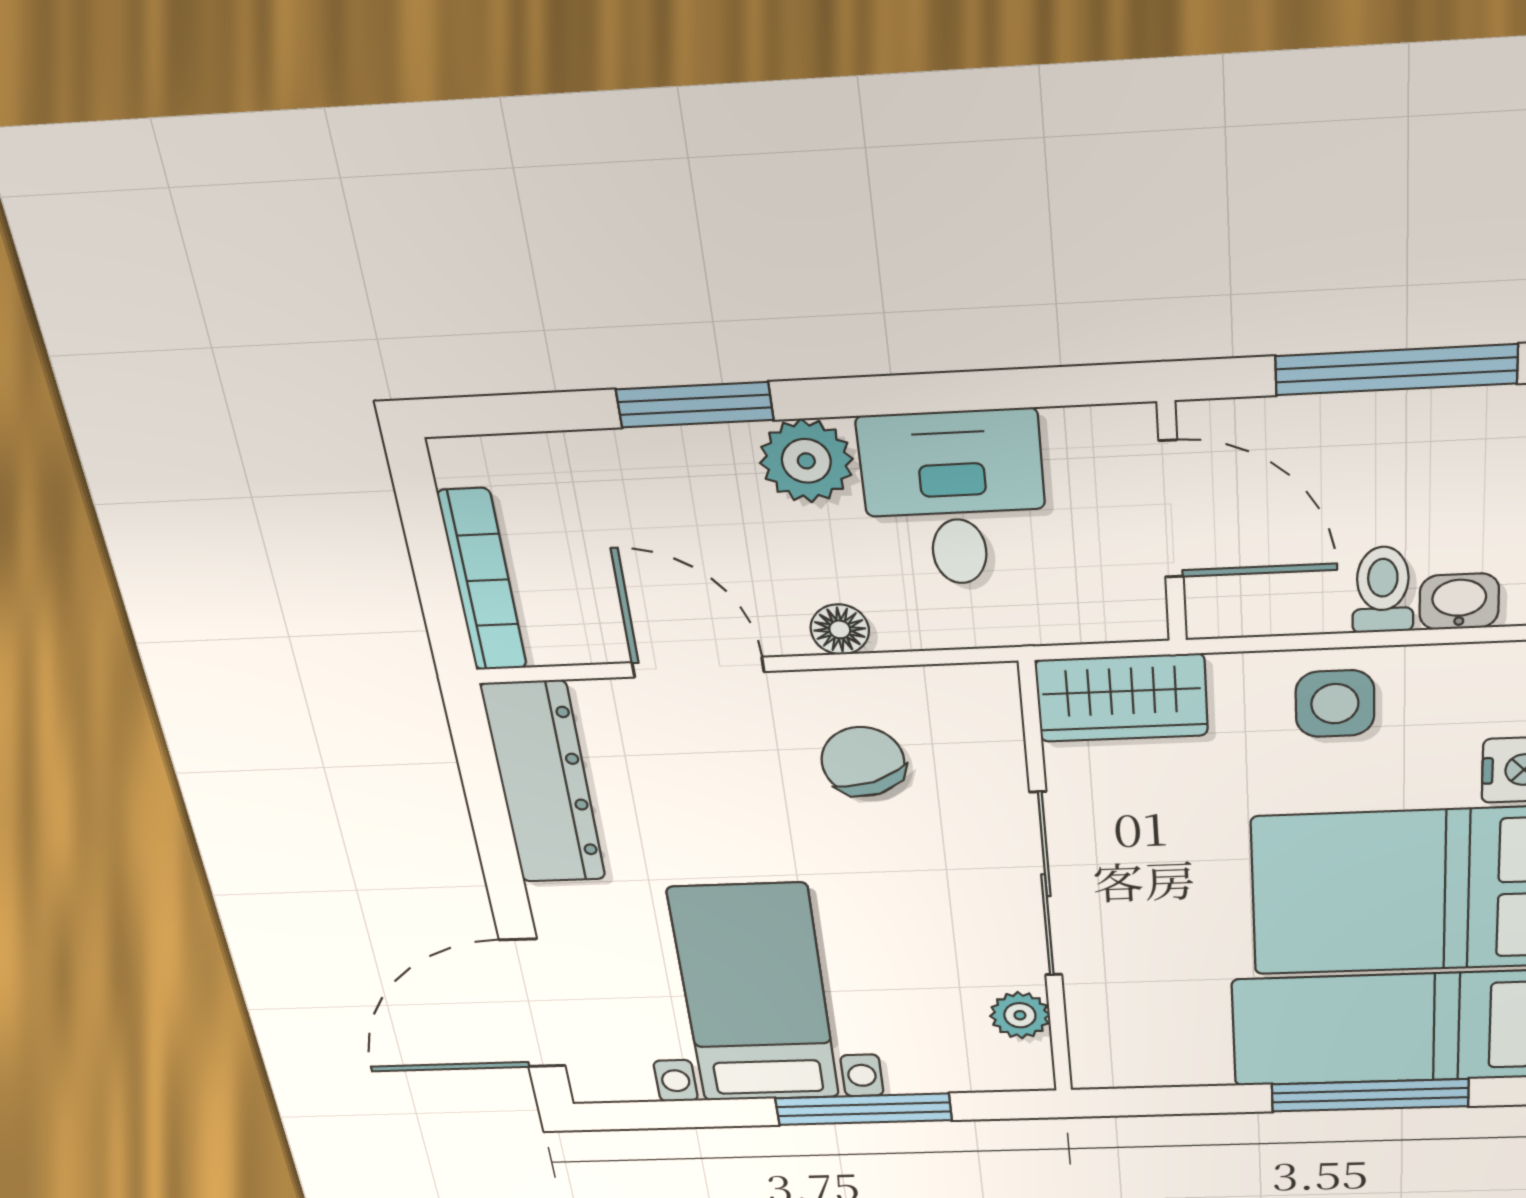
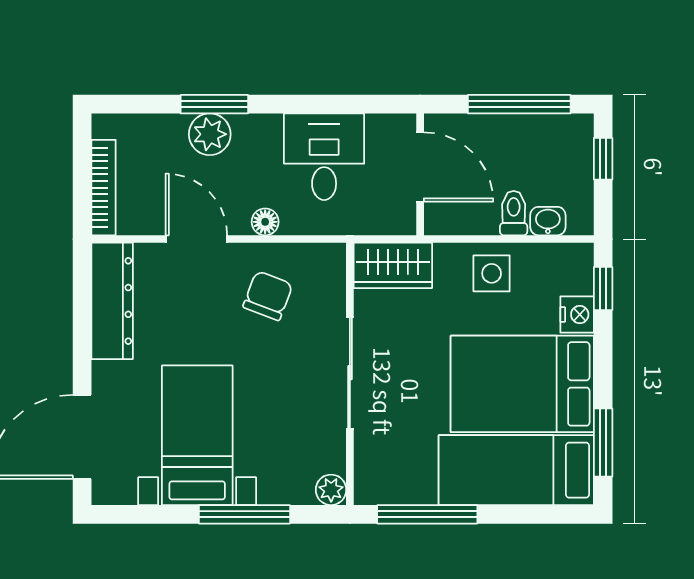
plant: (806, 461) -> (210, 134), moved
chair: (863, 762) -> (268, 296), turned 39
plant: (1020, 1015) -> (331, 490), moved
window: (1370, 1095) -> (427, 514), moved

